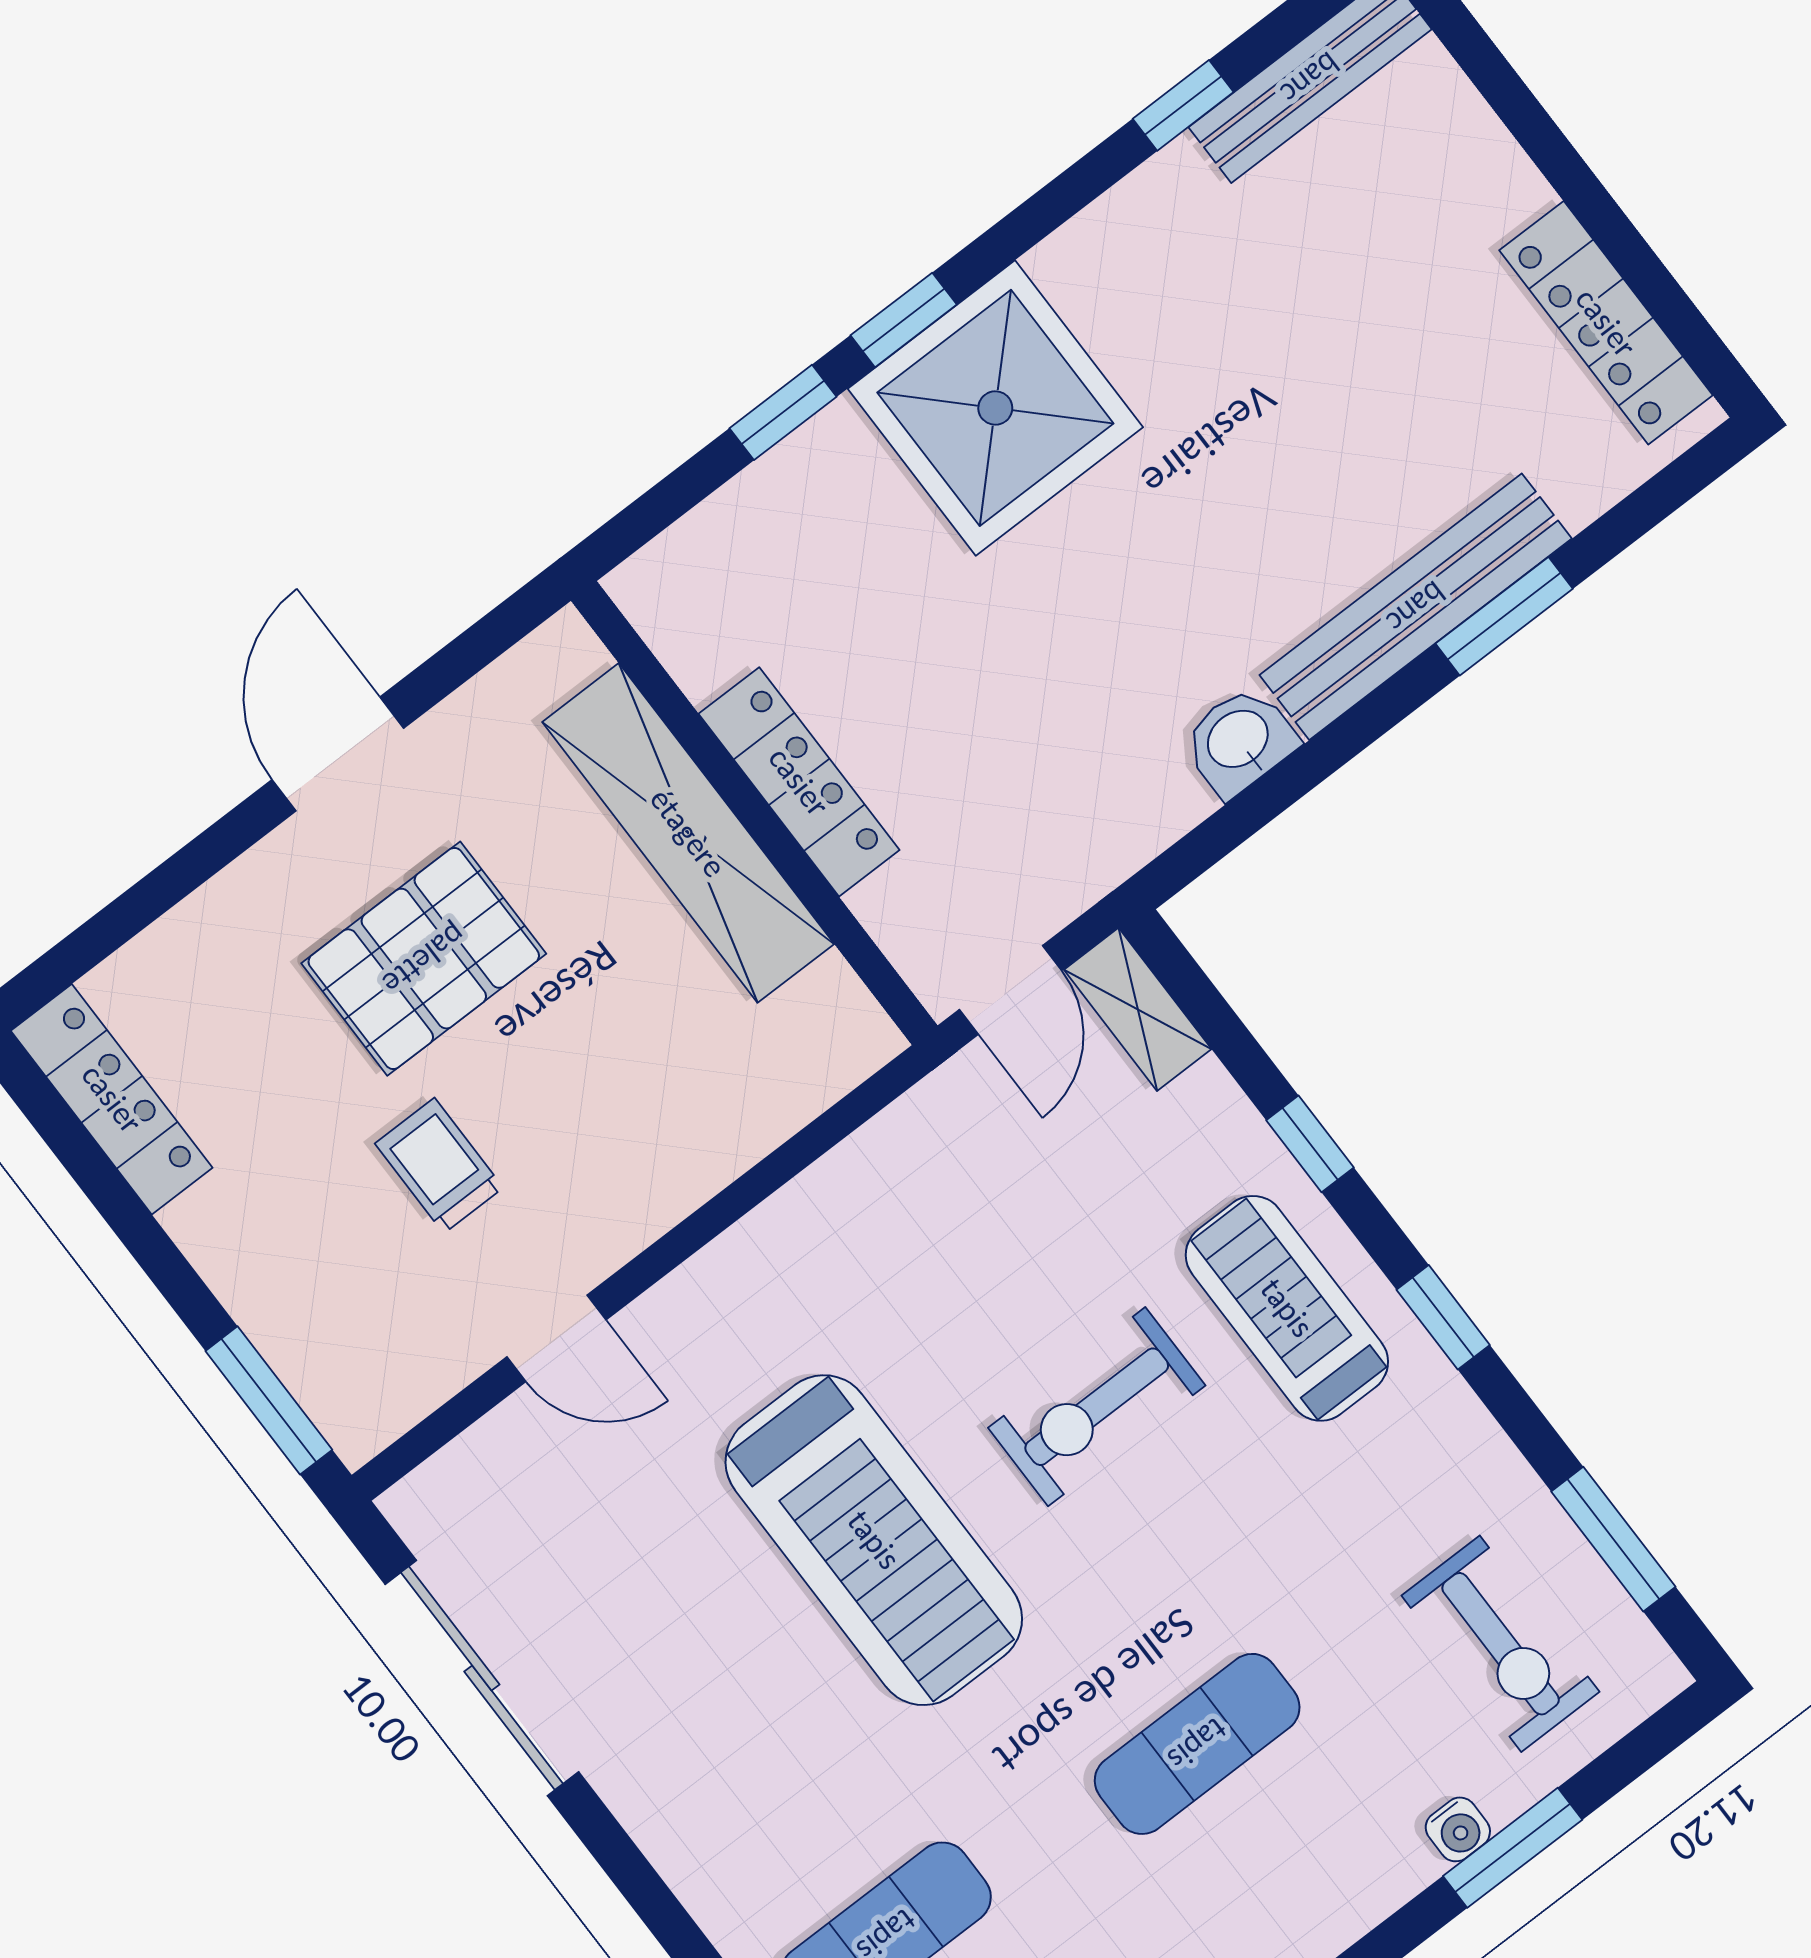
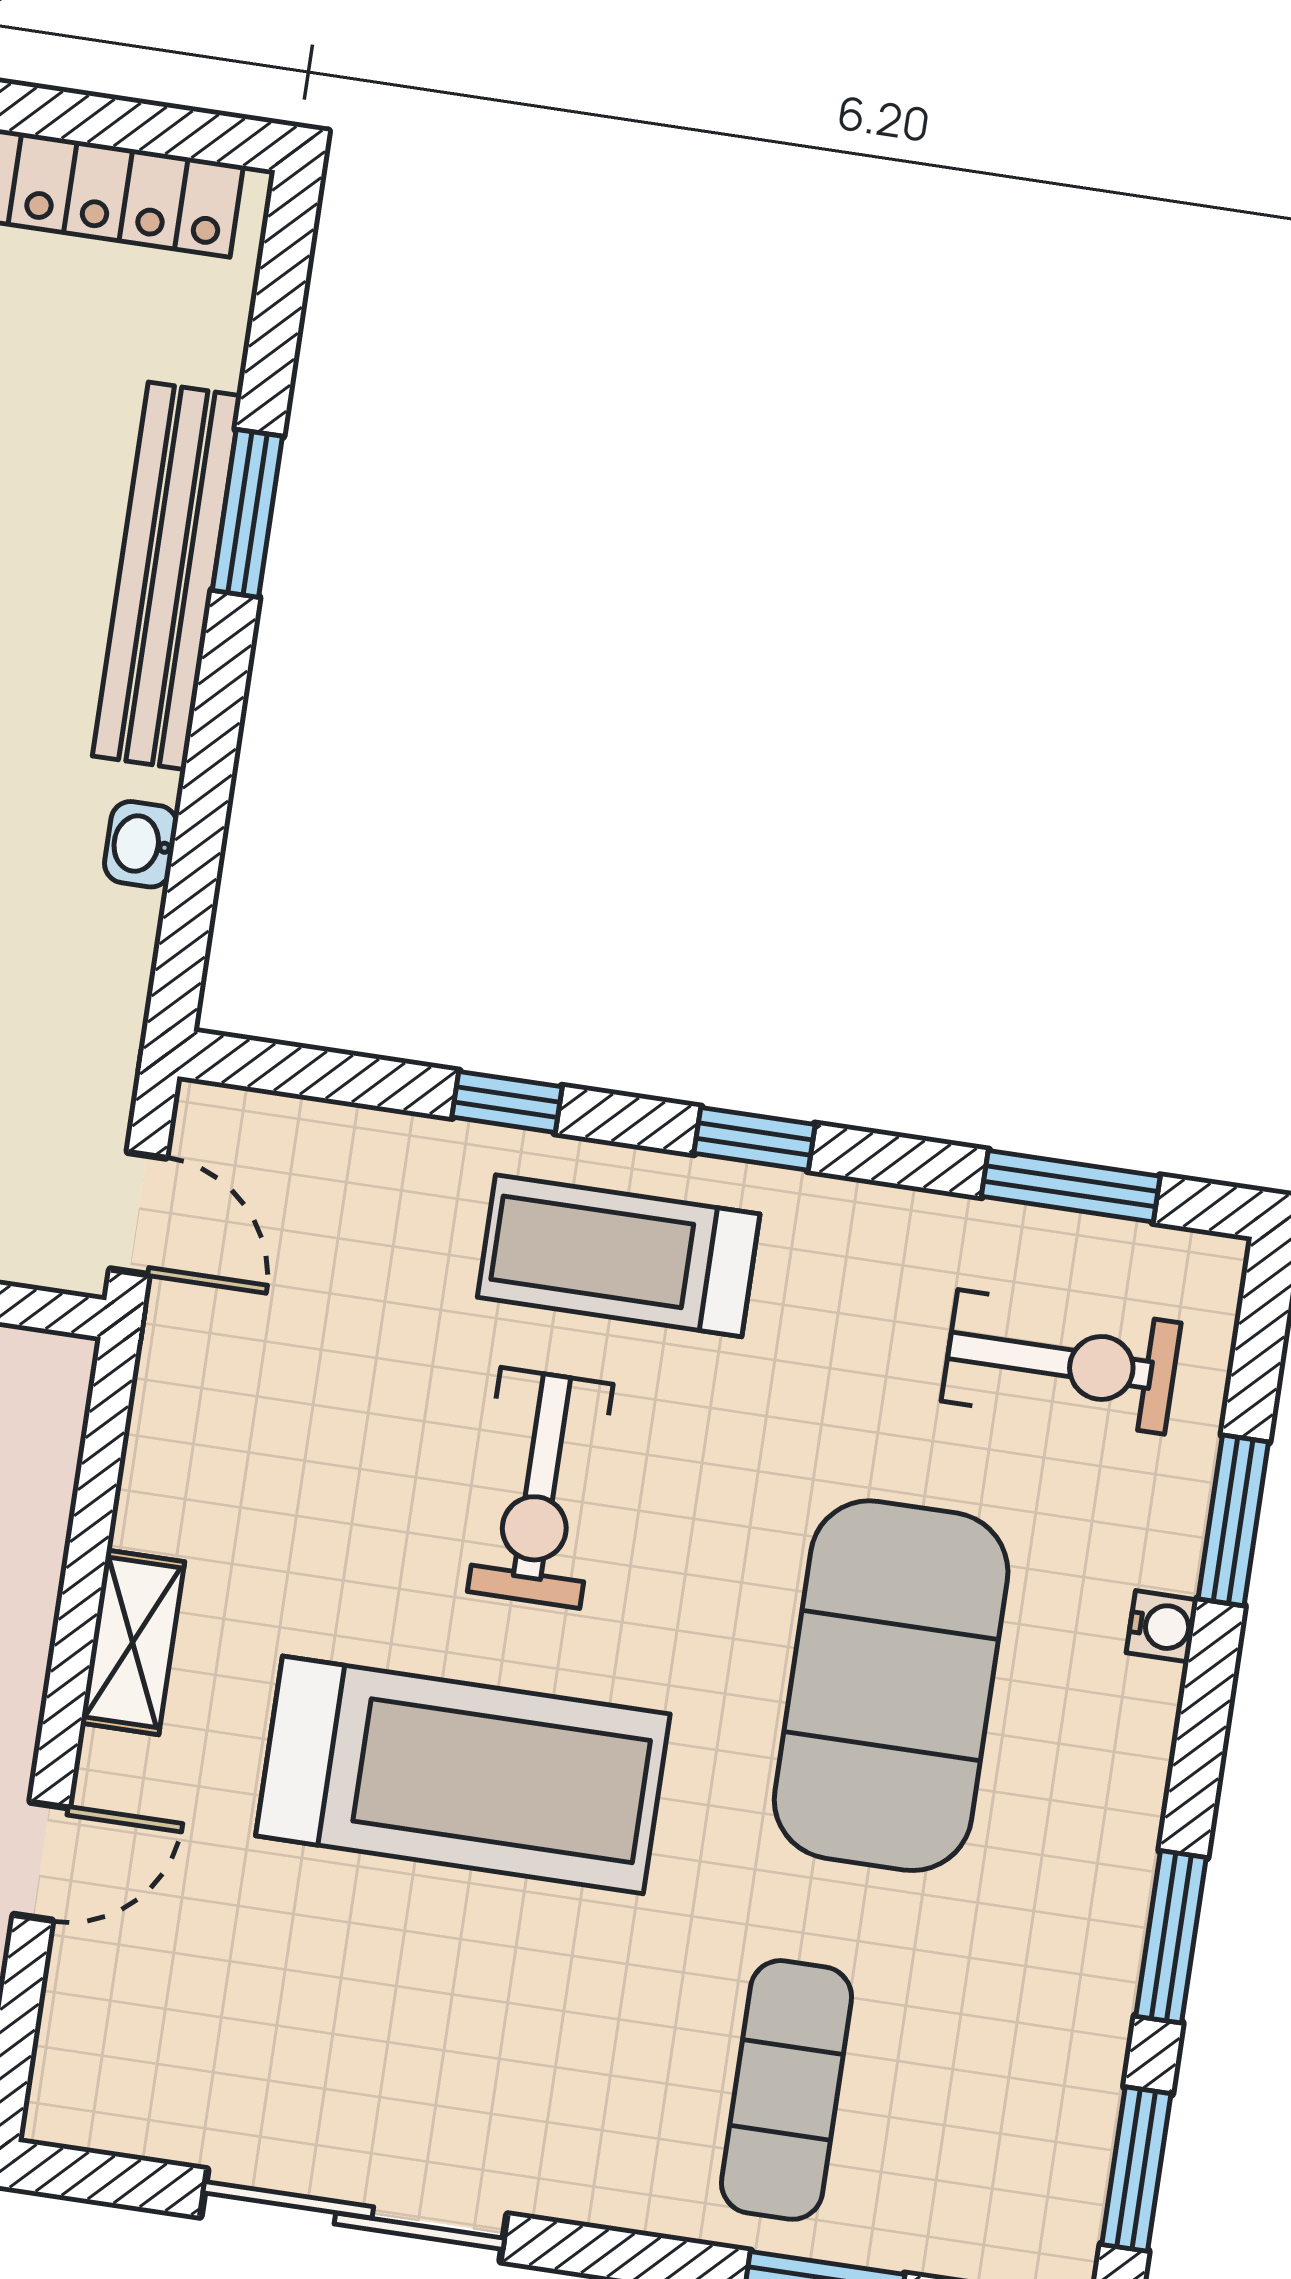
washbasin: (1239, 741) -> (141, 844), width x0.72, depth x0.69
shelving: (1138, 1009) -> (133, 1642), moved, turned 90
sliding door: (482, 1678) -> (354, 2215), moved
exercise mat: (1197, 1744) -> (891, 1686), width x2.00, depth x1.45
water cooler: (1458, 1829) -> (1162, 1626), moved

